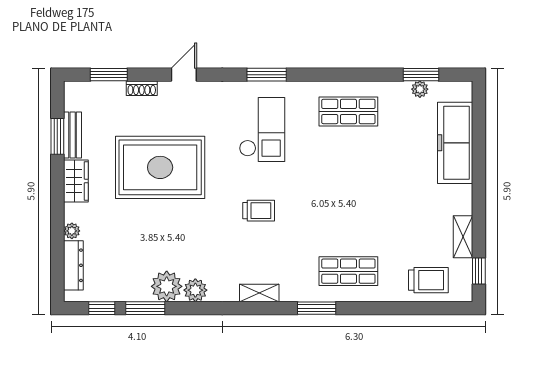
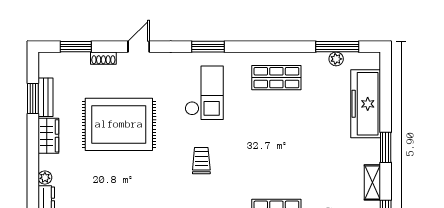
window: (421, 75) -> (337, 47), width x1.44
window: (479, 195) -> (386, 147), added
trolley: (259, 211) -> (201, 161), turned -90

